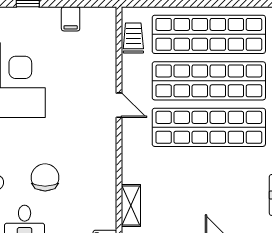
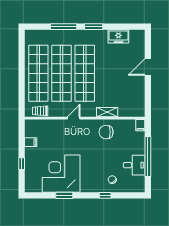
chair: (45, 177) -> (106, 132), moved
shelving: (131, 205) -> (107, 112), moved

